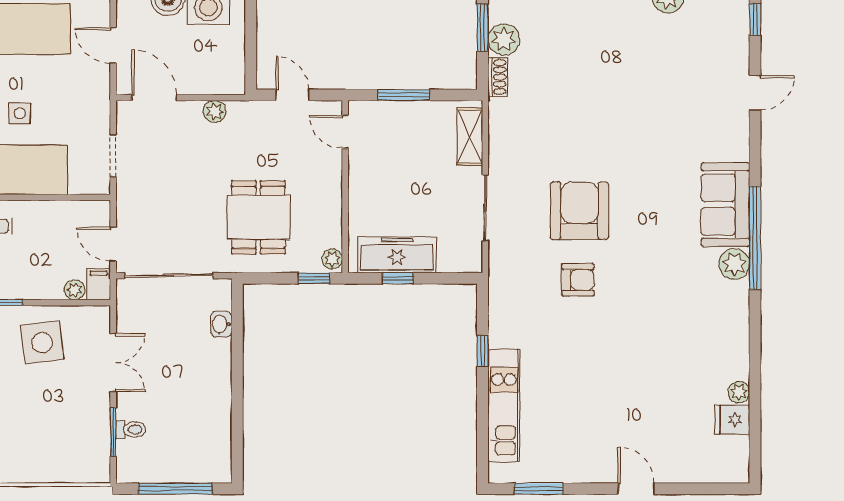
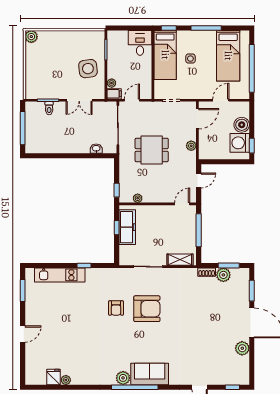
window: (404, 95) -> (199, 230), width x1.44
dining table: (258, 217) -> (152, 150), moved
plant: (332, 259) -> (138, 198), moved

